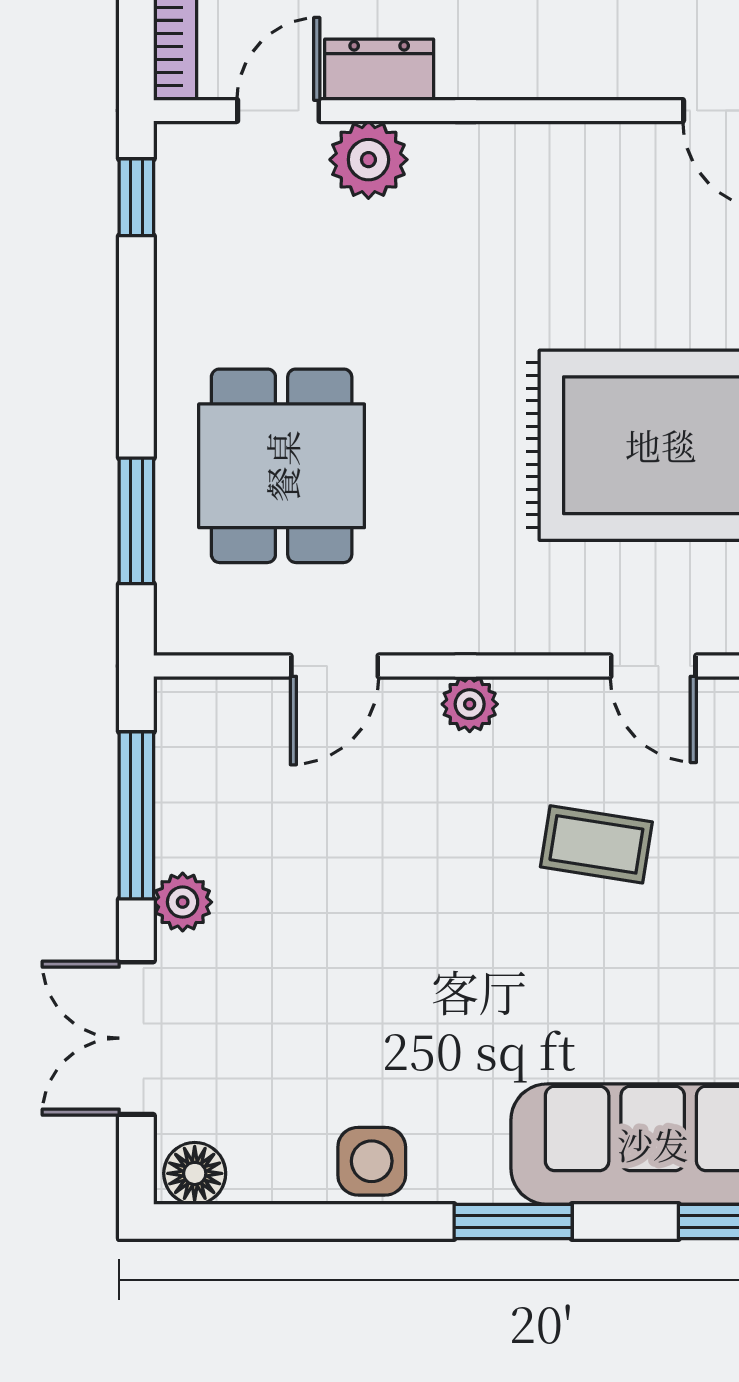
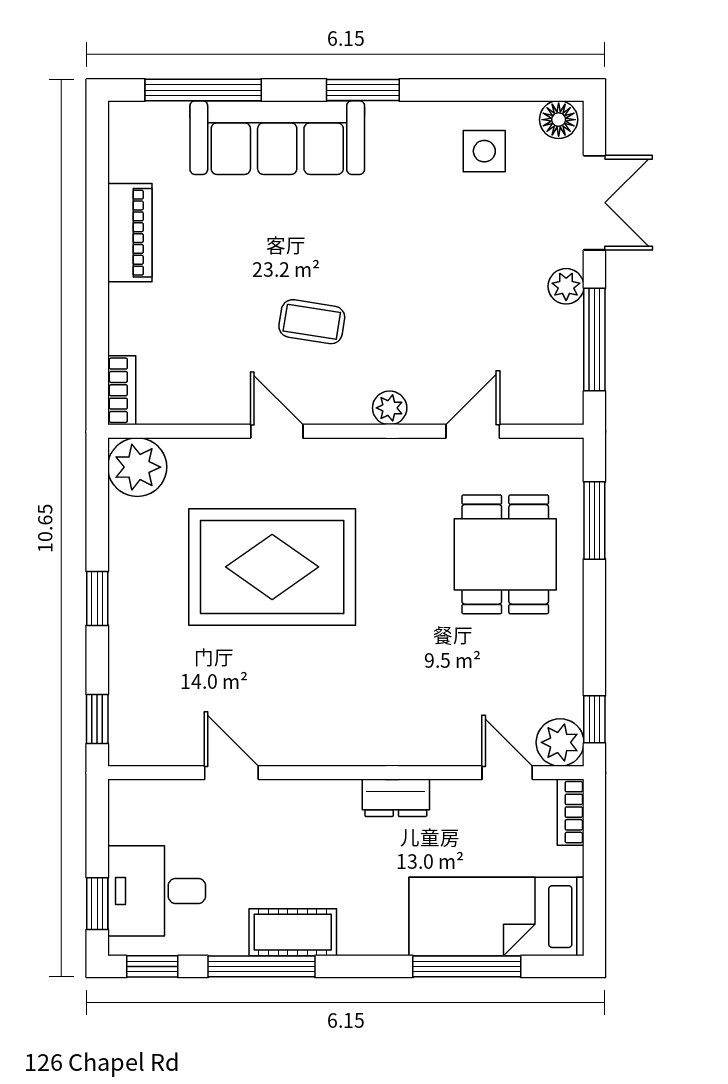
dresser: (379, 70) -> (396, 798), moved
door: (278, 111) -> (507, 773), swing flipped
plant: (368, 160) -> (560, 742), moved
side table: (372, 1161) -> (484, 151), moved

